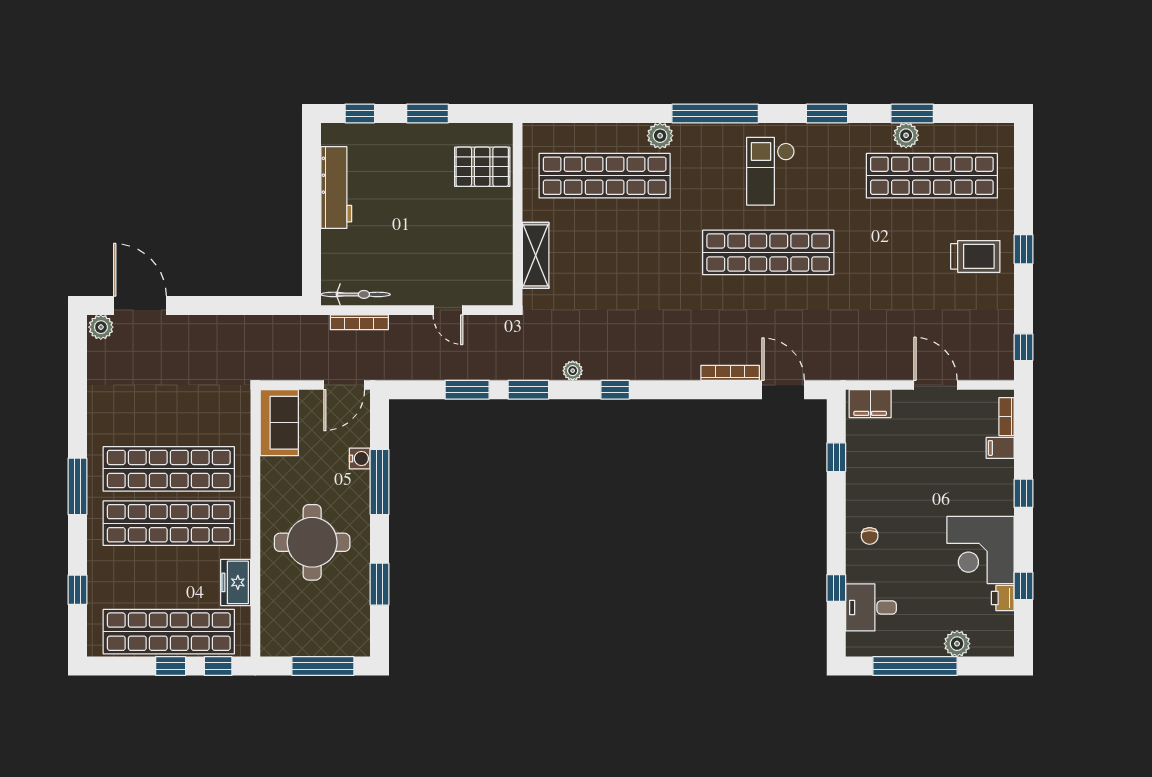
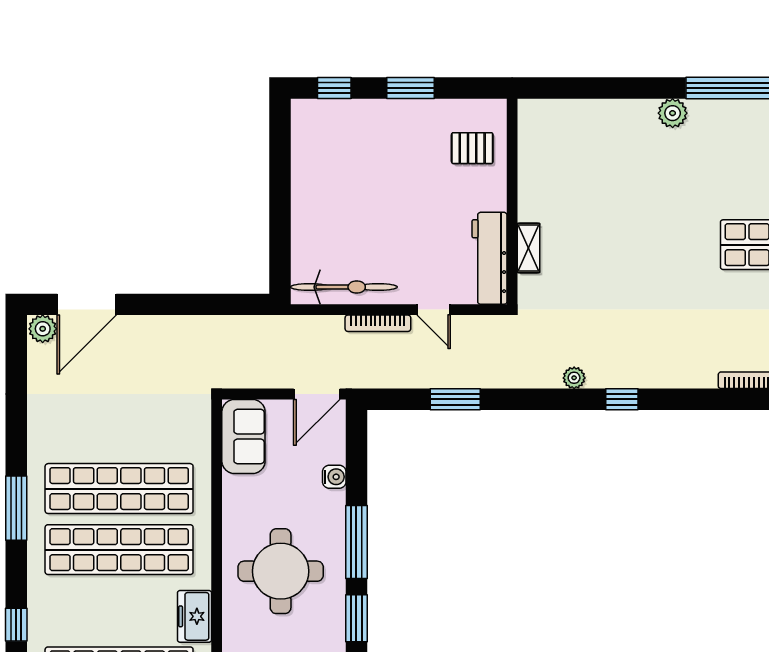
pallet: (482, 167) -> (472, 148), width x0.67, depth x0.71
shop shelf: (605, 176) -> (610, 158), removed
workbench: (336, 187) -> (490, 258), moved, turned 180
shelving: (536, 255) -> (529, 248), width x0.67, depth x0.75
bicycle: (356, 294) -> (344, 287), width x1.37, depth x1.40
door: (140, 305) -> (87, 304), swing flipped
bookcase: (359, 322) -> (378, 323), moved
window: (528, 390) -> (524, 399), removed
window: (380, 482) -> (356, 542), moved

